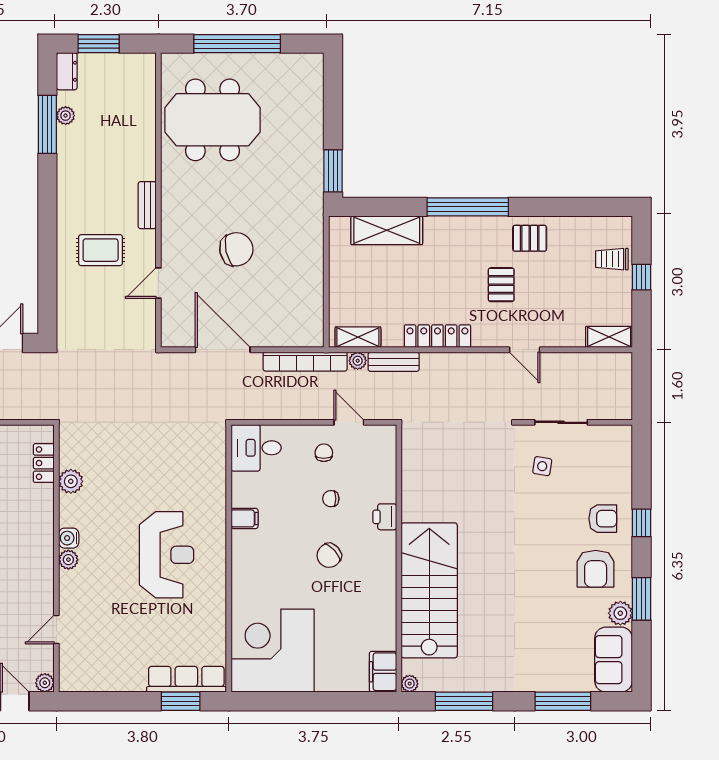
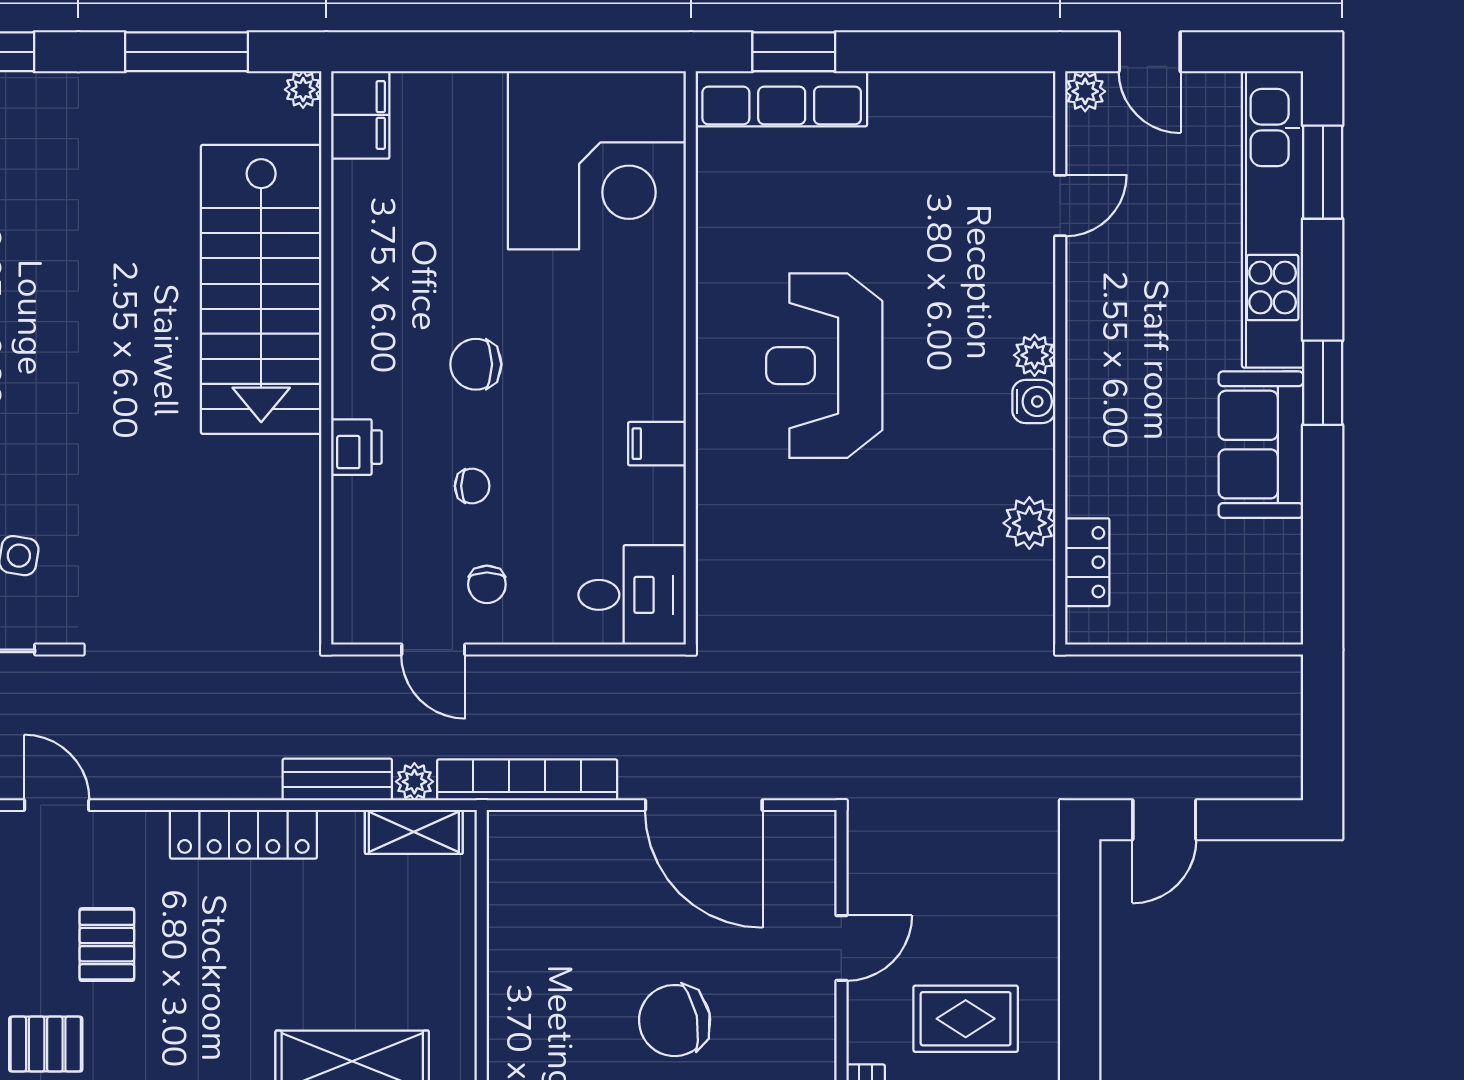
chair: (329, 555) -> (476, 364), turned -138

